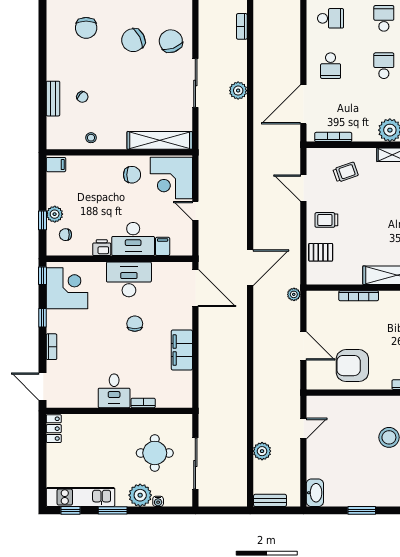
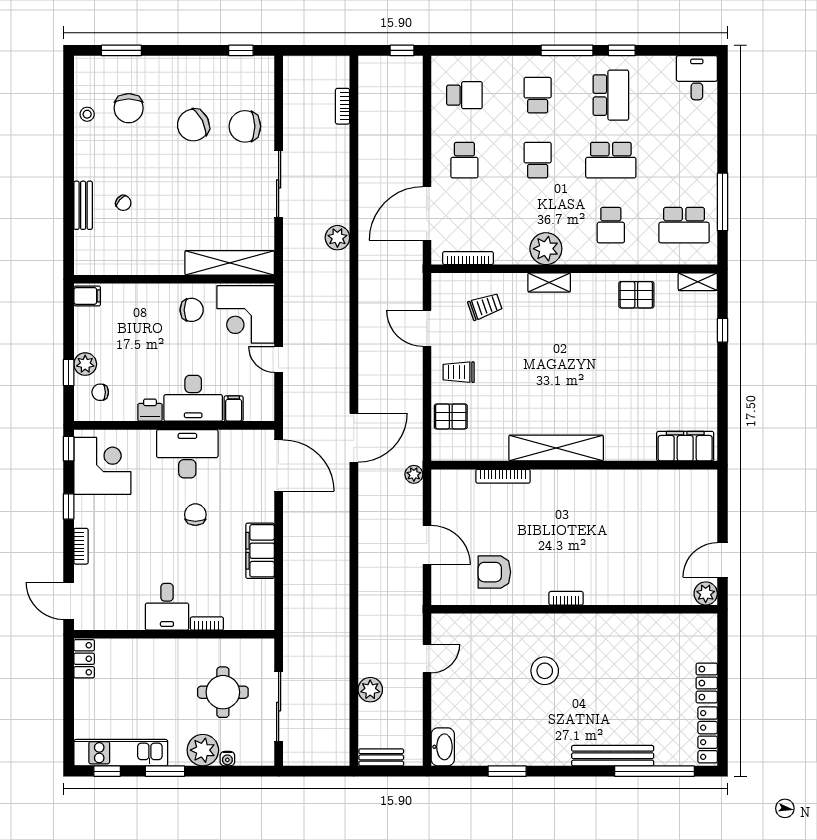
chair: (171, 41) -> (245, 126), turned -70
plant: (238, 91) -> (337, 238), moved
stool: (91, 138) -> (87, 114), moved
armchair: (352, 366) -> (494, 572), width x0.73, depth x0.73

